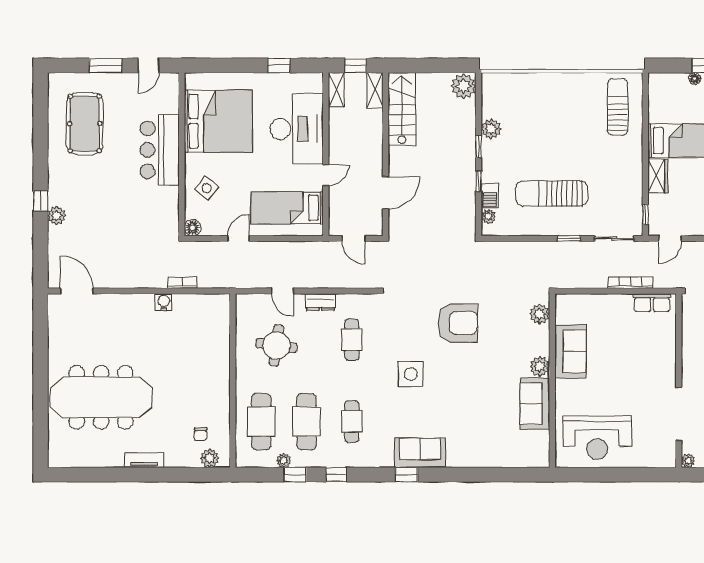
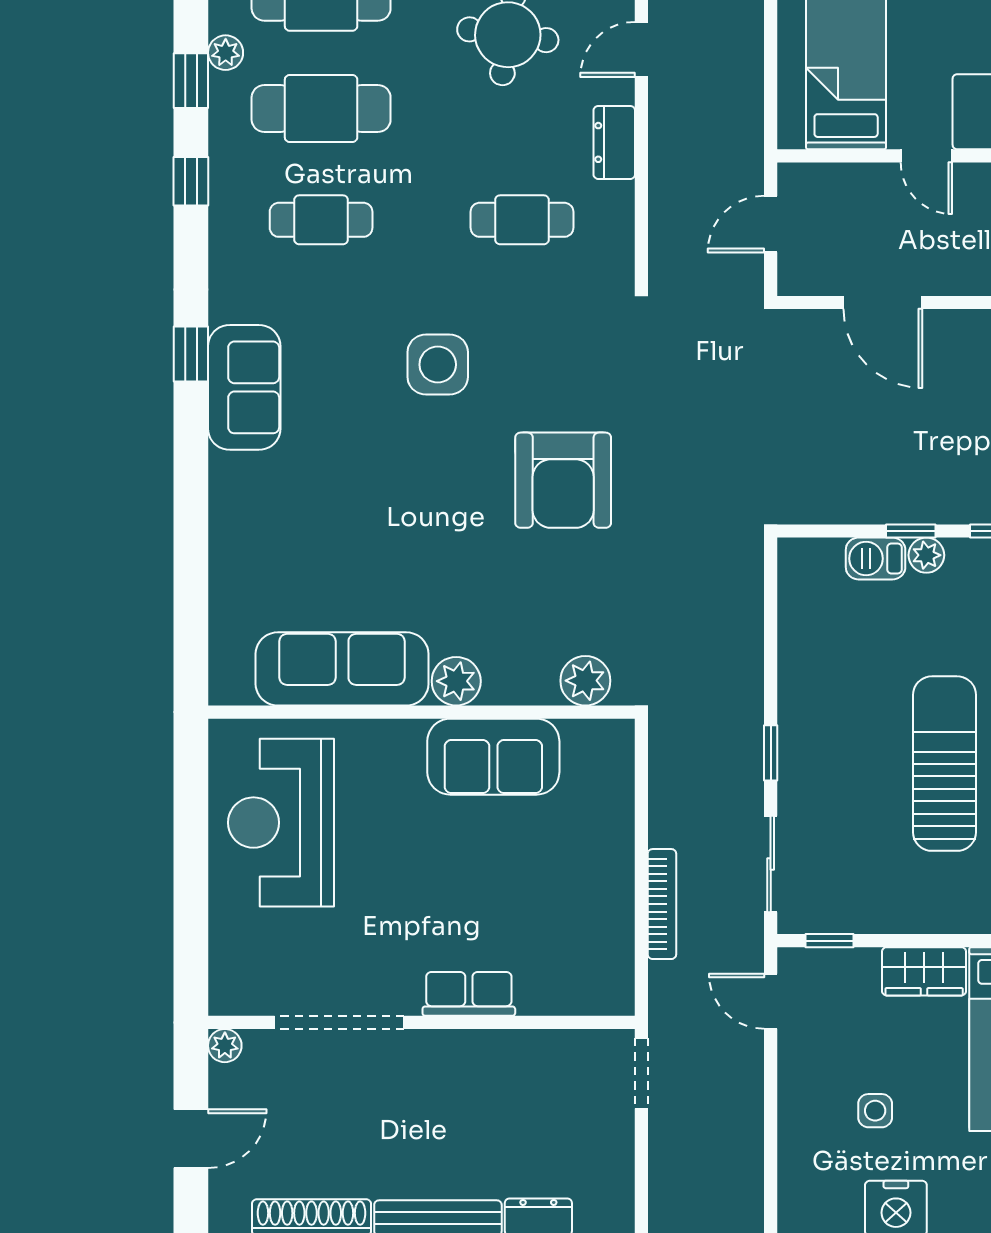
sun lounger: (552, 193) -> (944, 764), moved
plant: (488, 216) -> (926, 555), moved
row of seats: (652, 303) -> (469, 994), moved, turned 90
sofa: (535, 404) -> (342, 669), width x1.36

